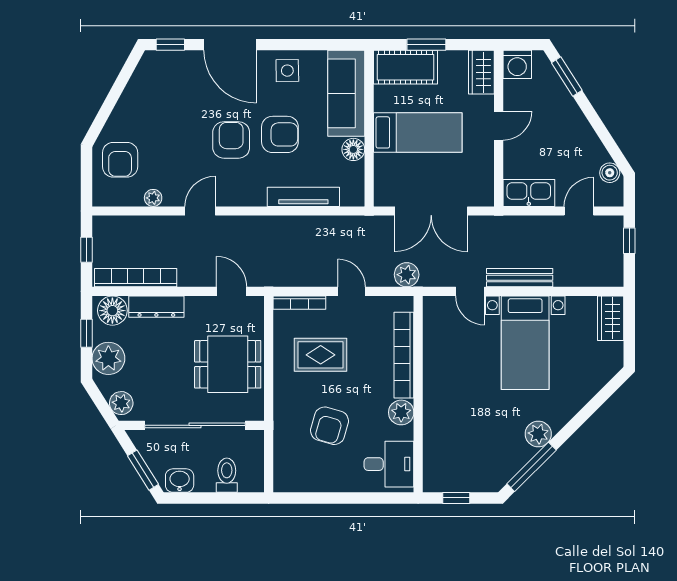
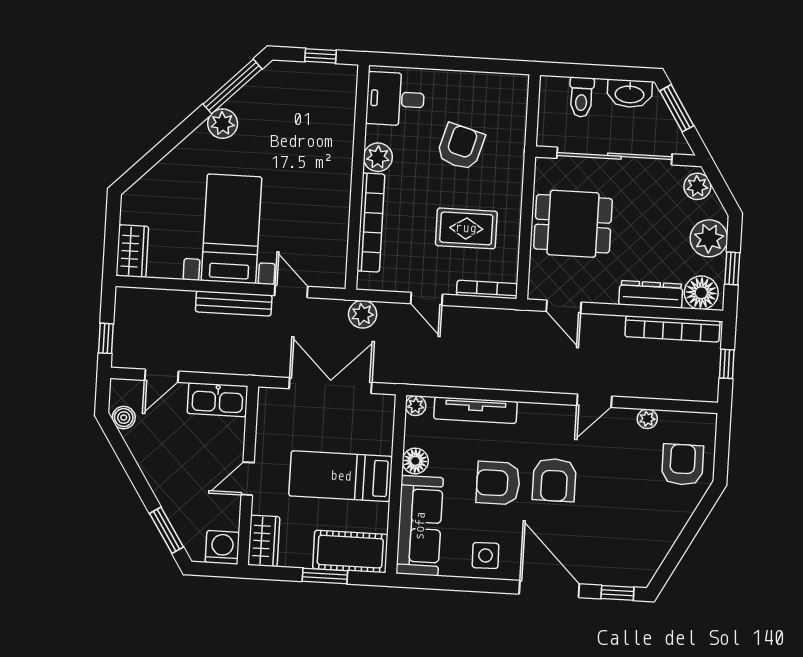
plant: (356, 198) -> (416, 406), added
washbasin: (180, 481) -> (630, 94), width x1.38

